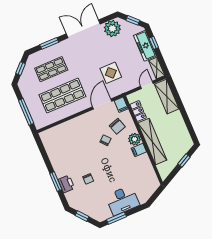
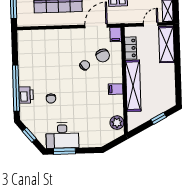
plant: (134, 139) -> (117, 123), moved
window: (56, 181) -> (16, 88), width x2.11
desk: (122, 200) -> (62, 136), moved

